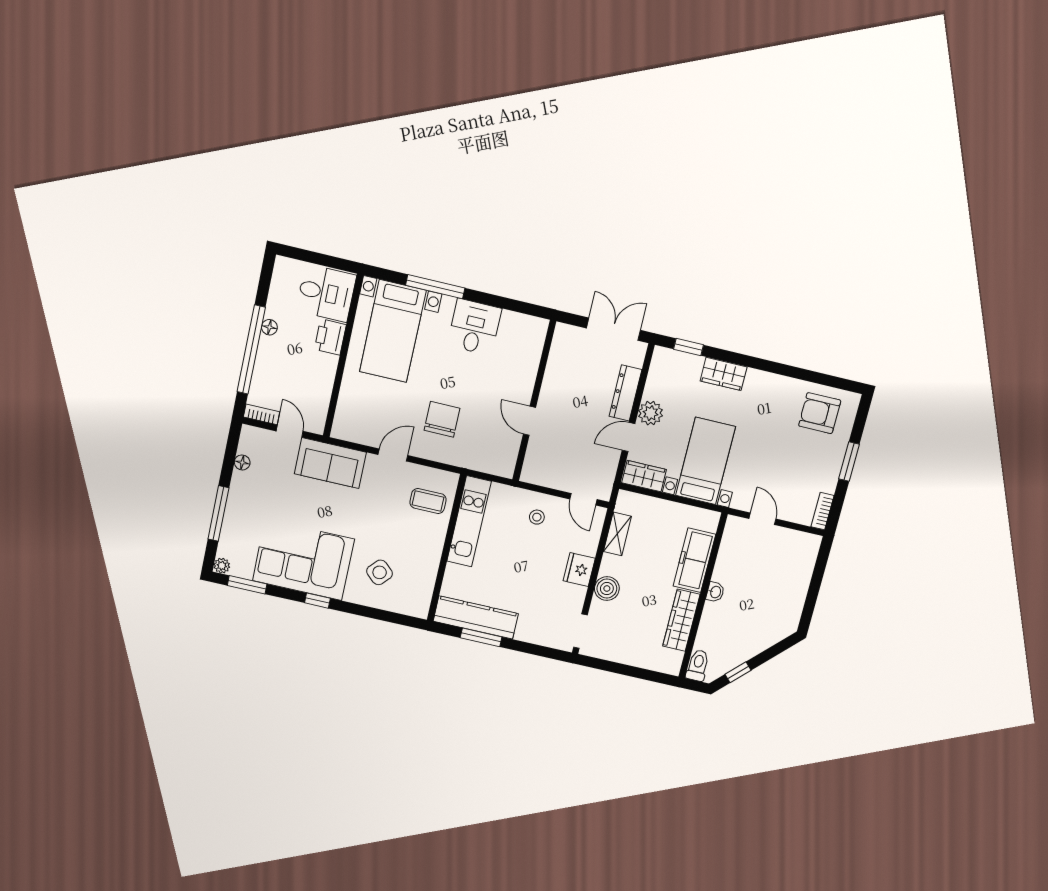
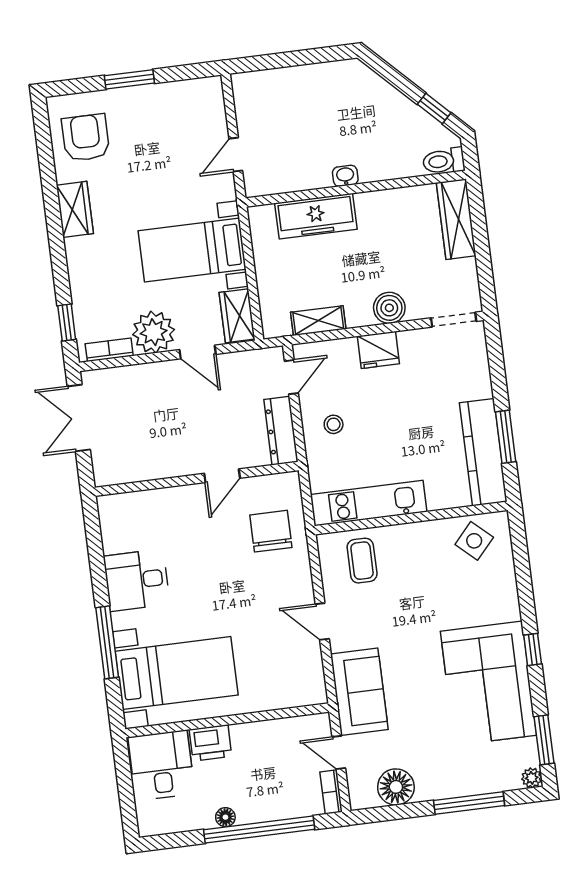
wardrobe: (724, 374) -> (75, 209), moved
dresser: (625, 393) -> (281, 431), moved, turned 90
plant: (651, 413) -> (154, 332), width x1.36, depth x1.36
armchair: (820, 413) -> (86, 138), turned 180
chair: (442, 419) -> (271, 531), moved, turned 90
door: (290, 431) -> (339, 752), hinge flipped
floor lamp: (242, 462) -> (396, 787), width x1.89, depth x1.89
bookcase: (822, 511) -> (109, 350), moved, turned 180
side table: (380, 572) -> (474, 541), moved
wardrobe: (681, 620) -> (456, 219), moved, turned 90

